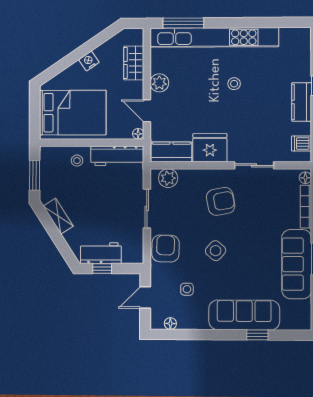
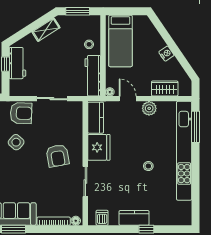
door: (147, 111) -> (128, 99), hinge flipped
bed: (73, 113) -> (121, 41), width x0.67
plant: (168, 178) -> (75, 115), removed
side table: (216, 251) -> (16, 142), moved

